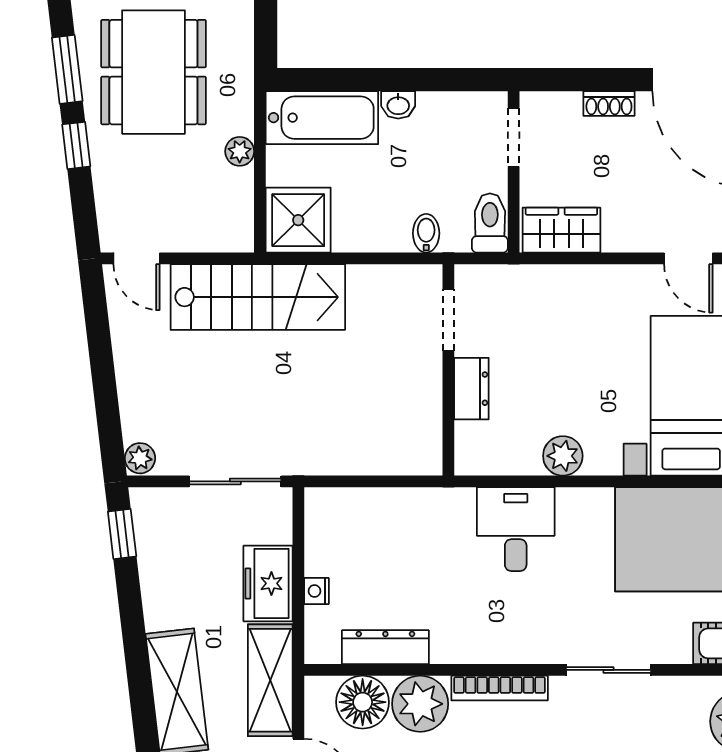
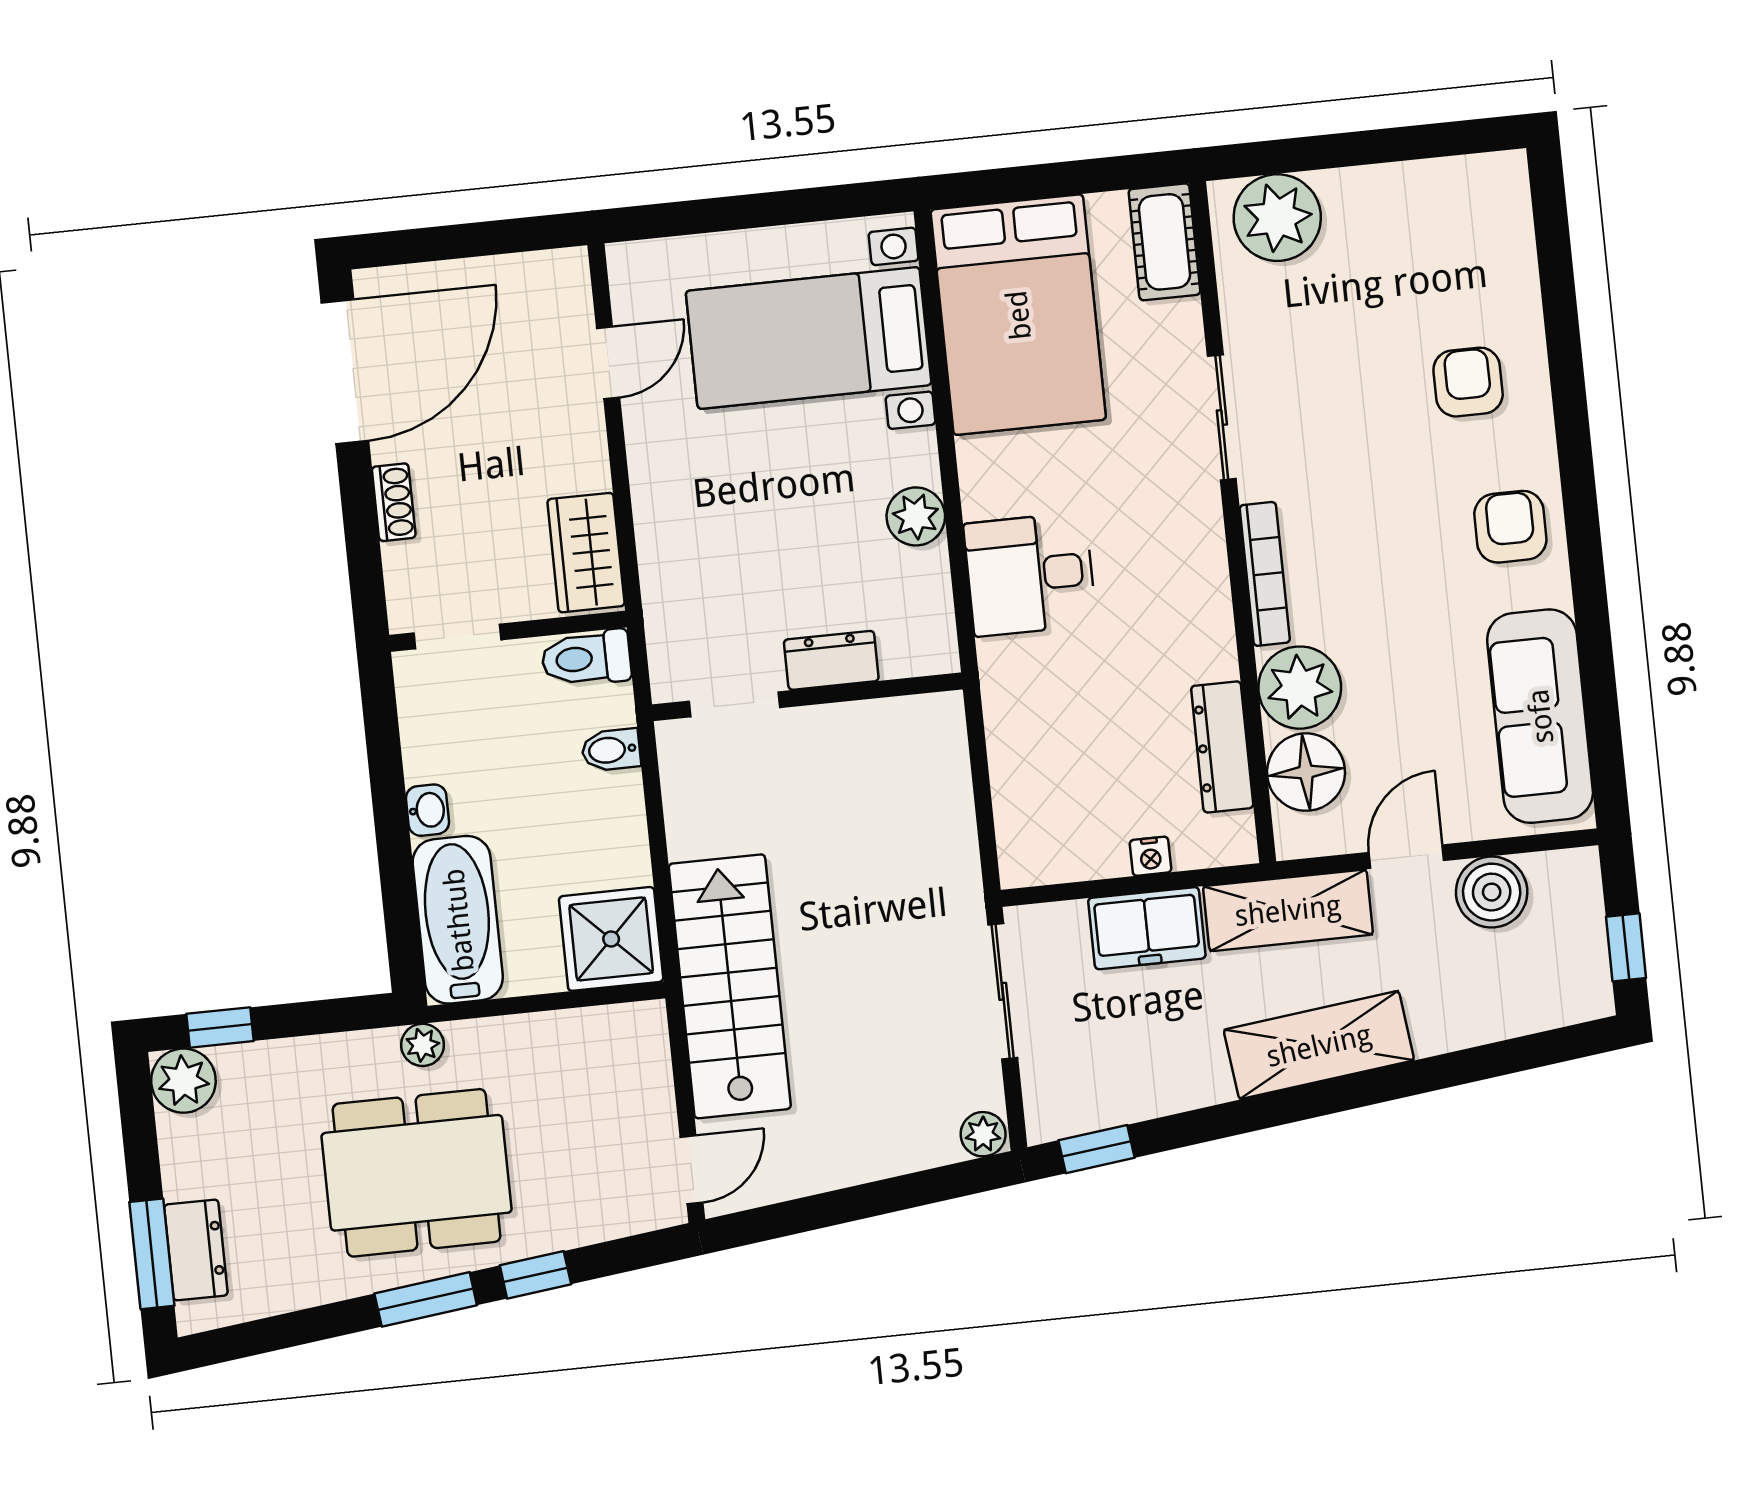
plant: (240, 151) -> (422, 1045), moved

